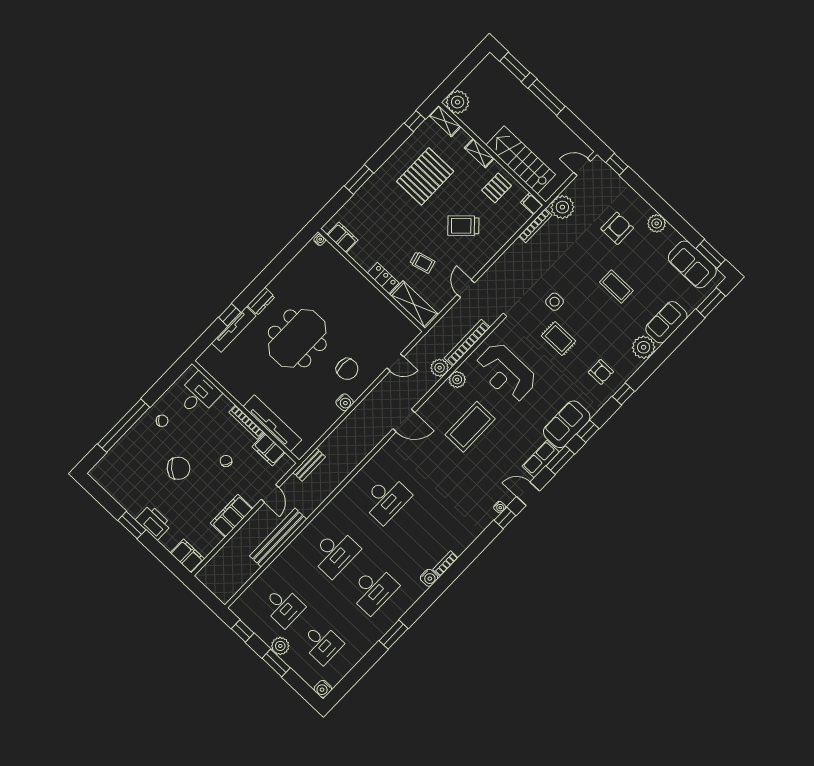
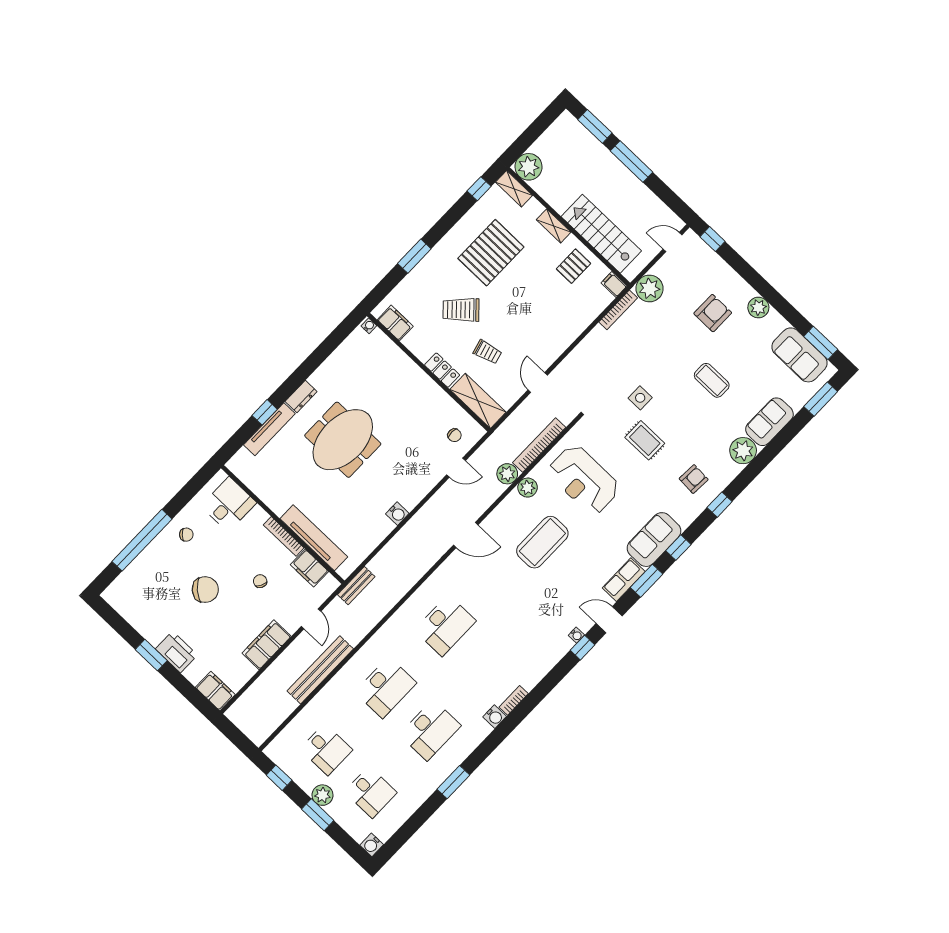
trolley: (463, 226) -> (461, 310), moved
chair: (347, 369) -> (454, 435), moved, width x0.54, depth x0.54
armchair: (601, 372) -> (694, 479), turned -87

